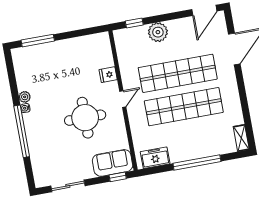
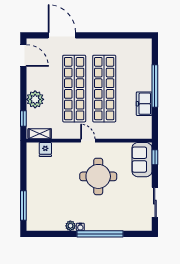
fridge: (108, 75) -> (45, 150), moved
shelving: (241, 138) -> (40, 134), moved
freezer: (155, 158) -> (144, 104), moved

